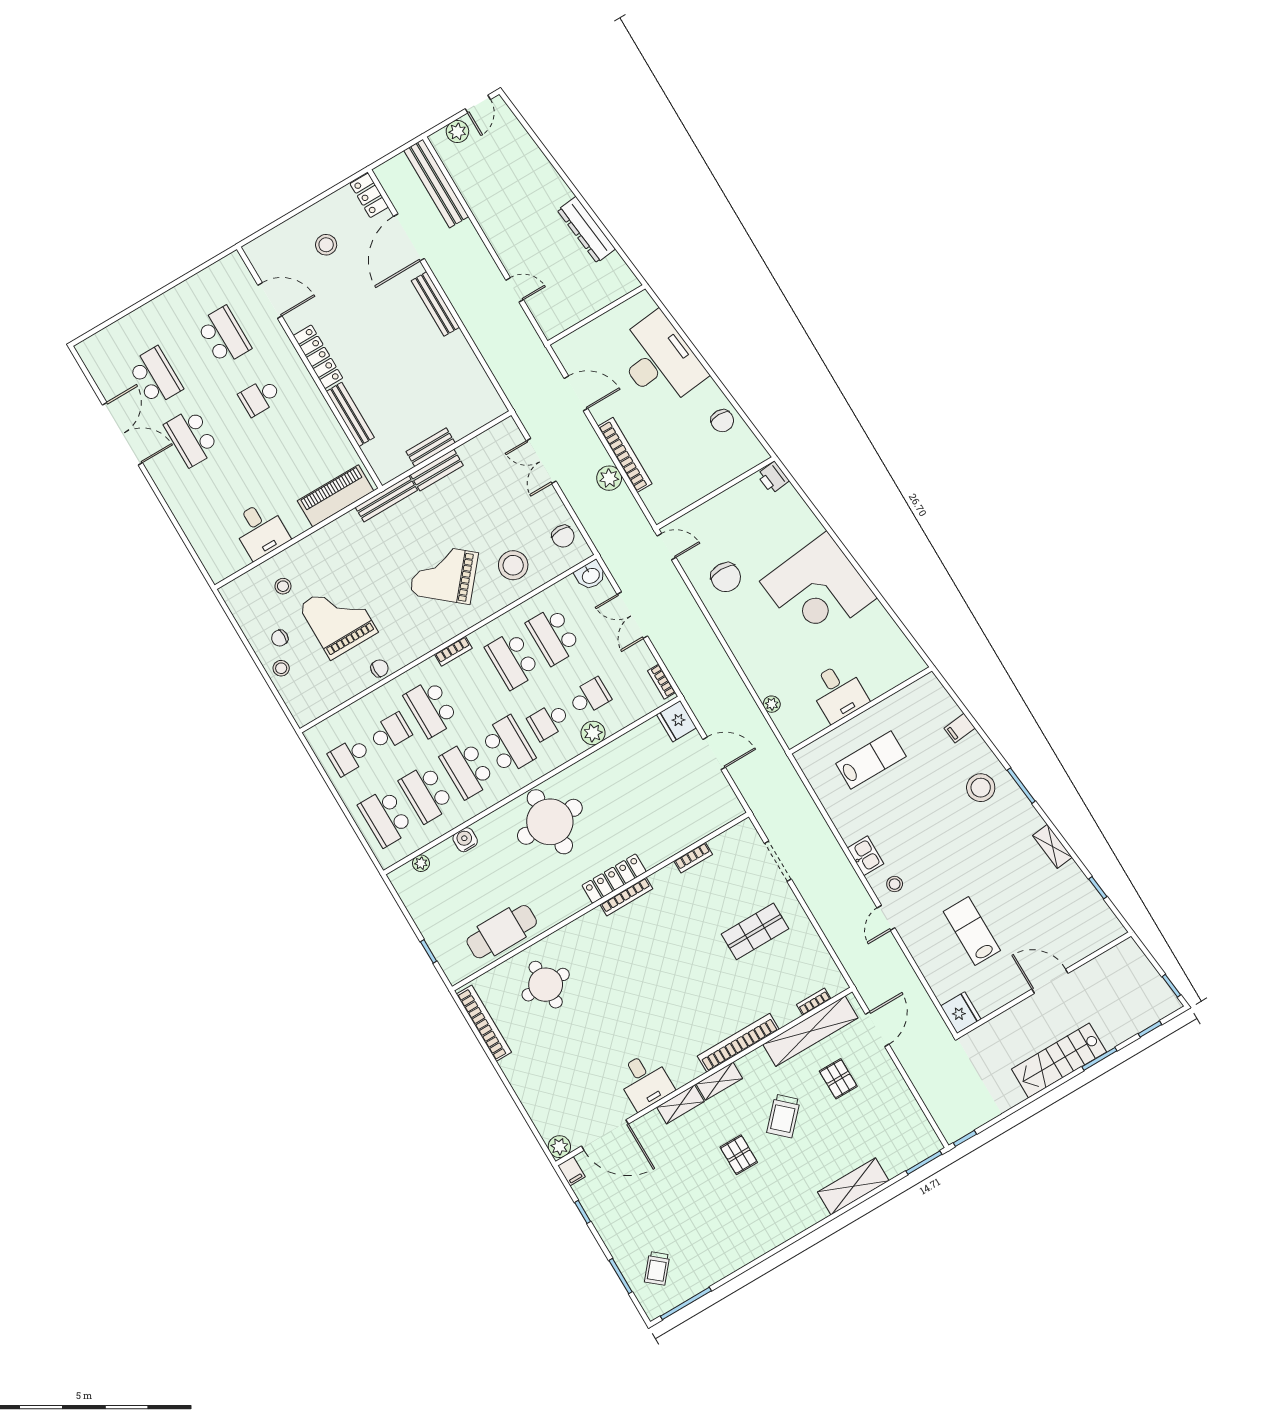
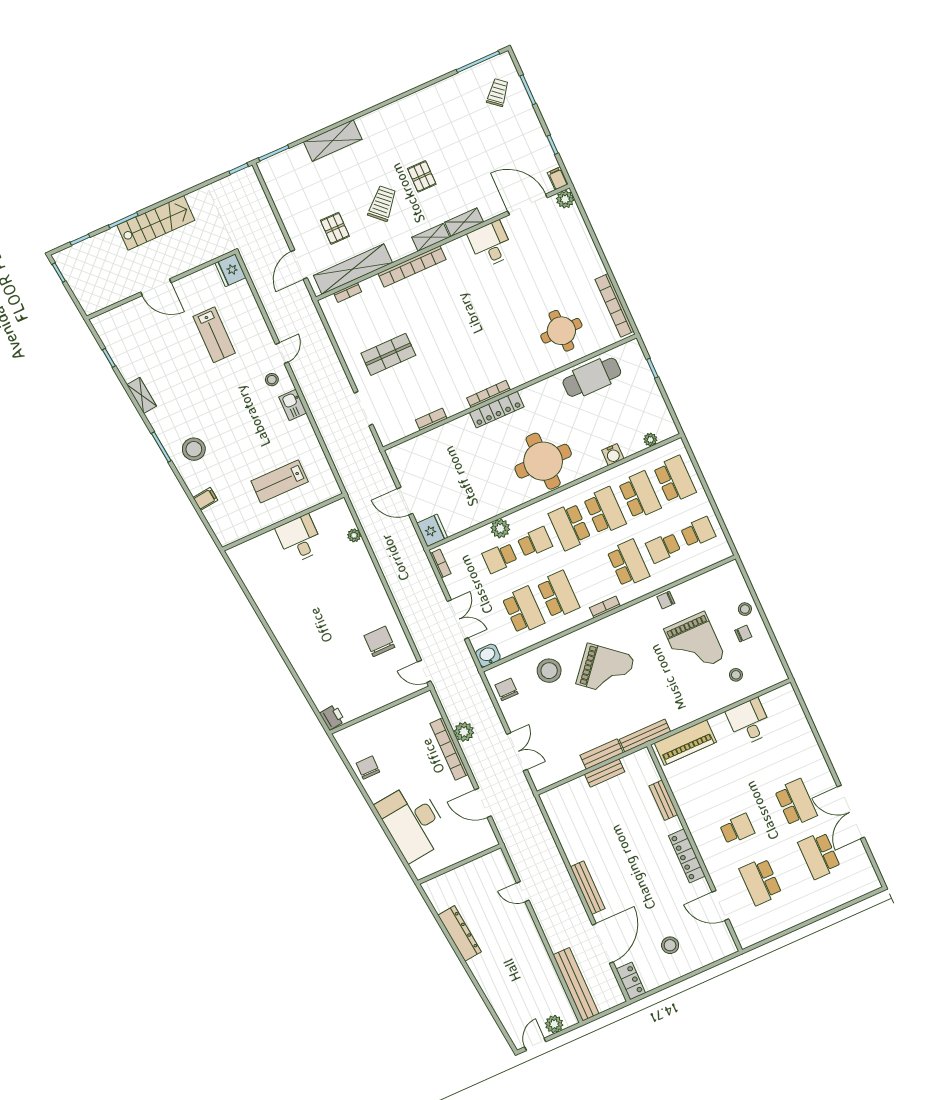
bench: (350, 414) -> (663, 800), width x0.73
corner desk: (818, 589) -> (306, 623), removed

